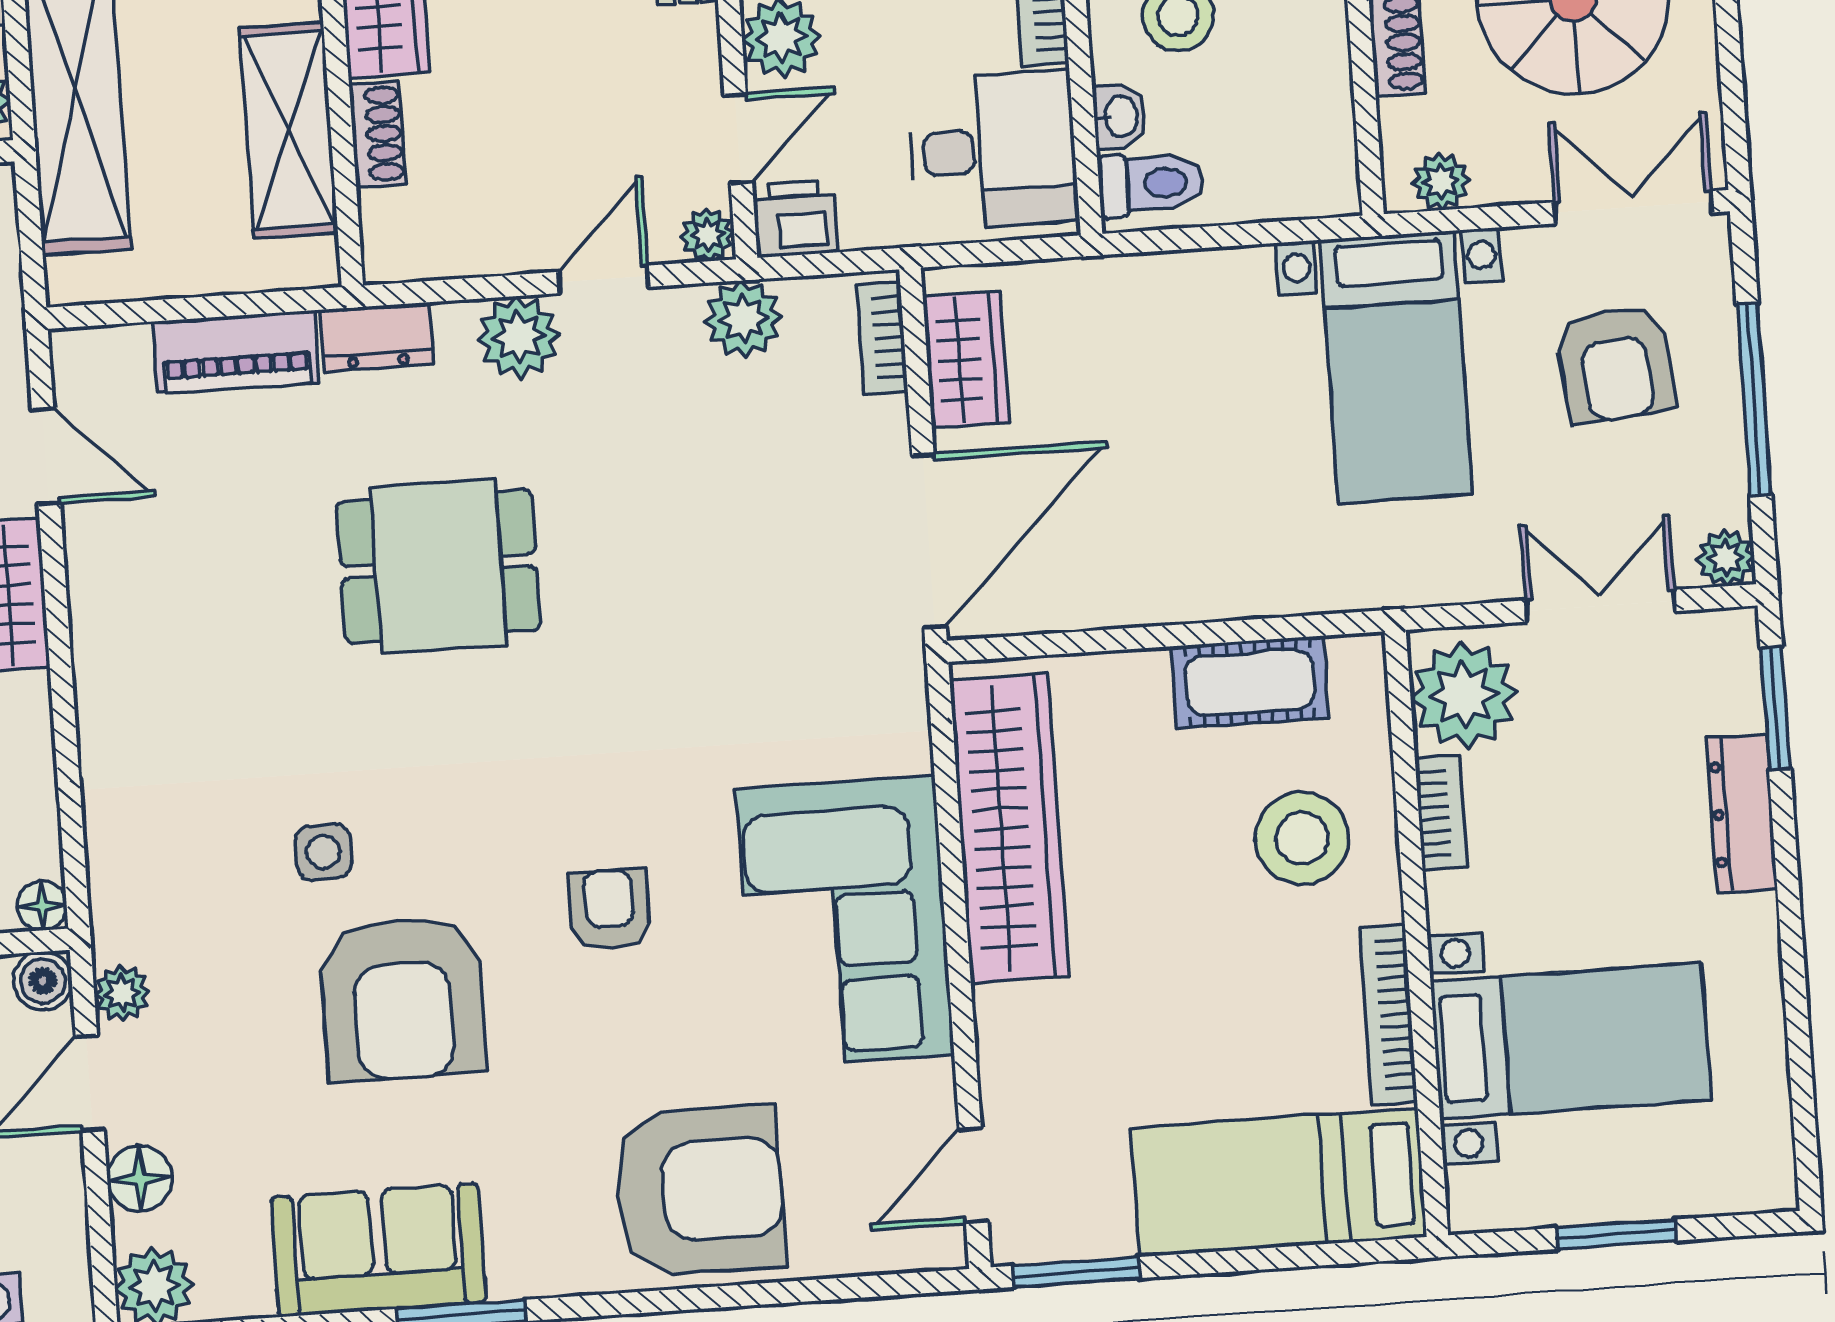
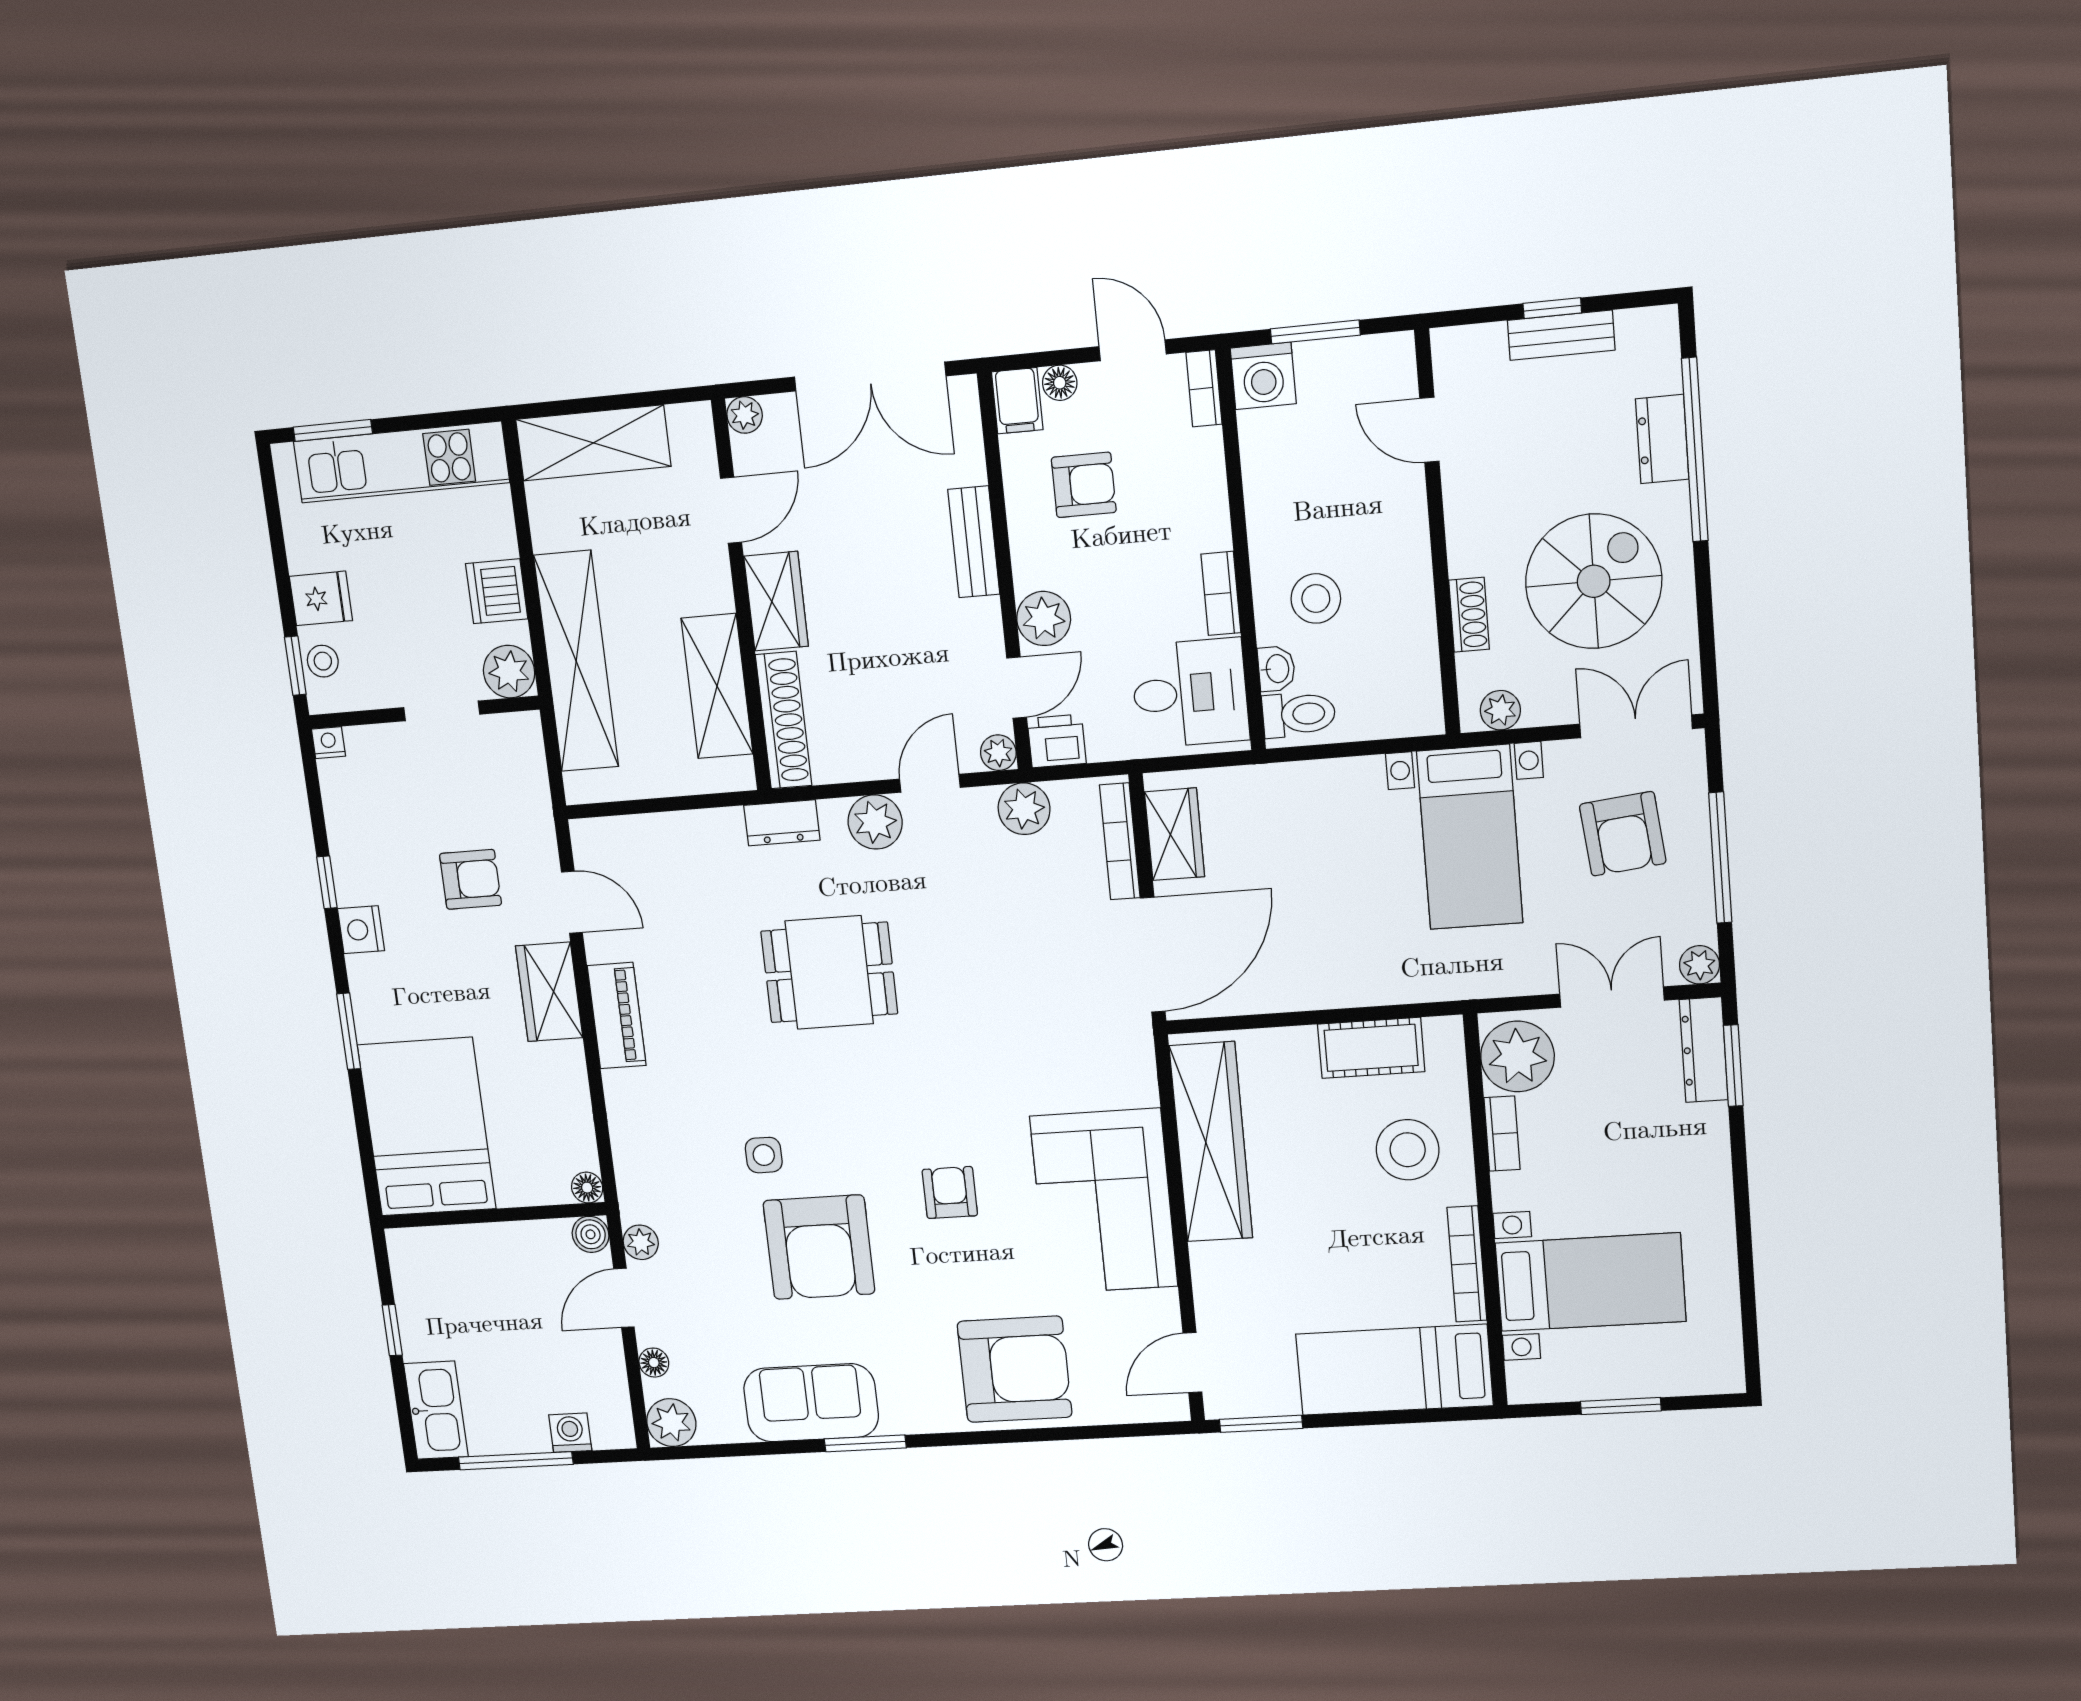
shoe rack: (378, 134) -> (784, 720), width x1.94, depth x1.24
bookcase: (882, 338) -> (1120, 841), width x1.56
piano: (236, 352) -> (617, 1016), moved, turned -90
dresser: (1742, 813) -> (1704, 1050), moved
floor lamp: (140, 1179) -> (654, 1363), width x0.73, depth x0.73

